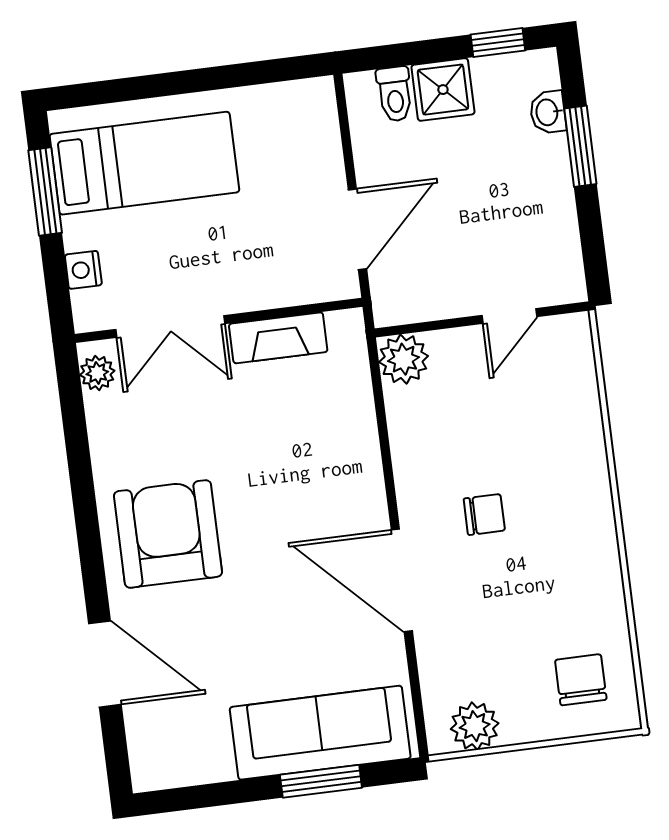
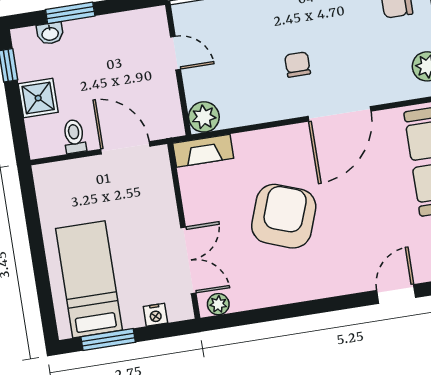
toilet: (395, 94) -> (74, 136), moved, turned -90
fireplace: (278, 338) -> (203, 151), moved, turned 90
armchair: (168, 534) -> (284, 216), moved, turned 110
door: (105, 664) -> (396, 294), width x0.73

